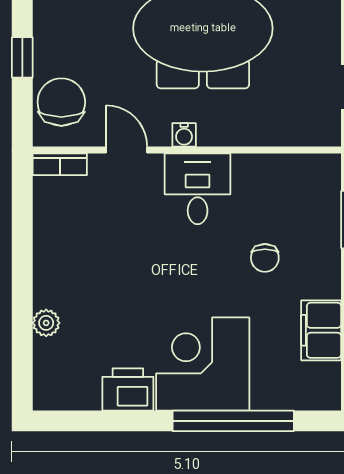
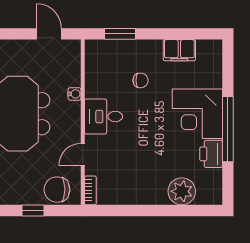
water cooler: (184, 135) -> (75, 94), moved
plant: (46, 323) -> (182, 191), width x1.88, depth x1.88
window: (233, 421) -> (228, 129), moved

